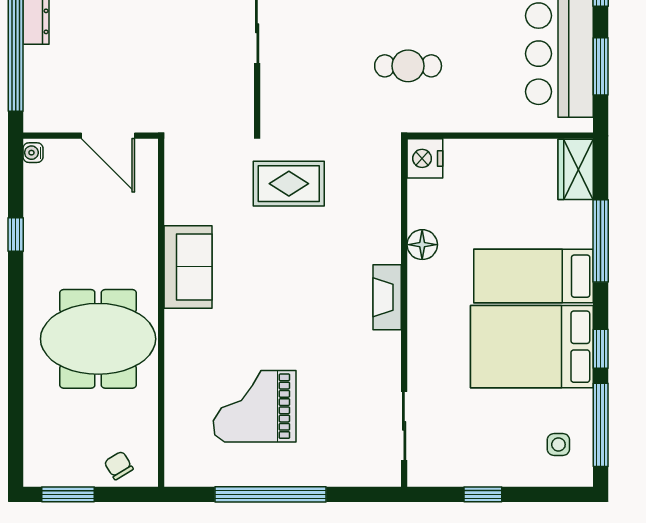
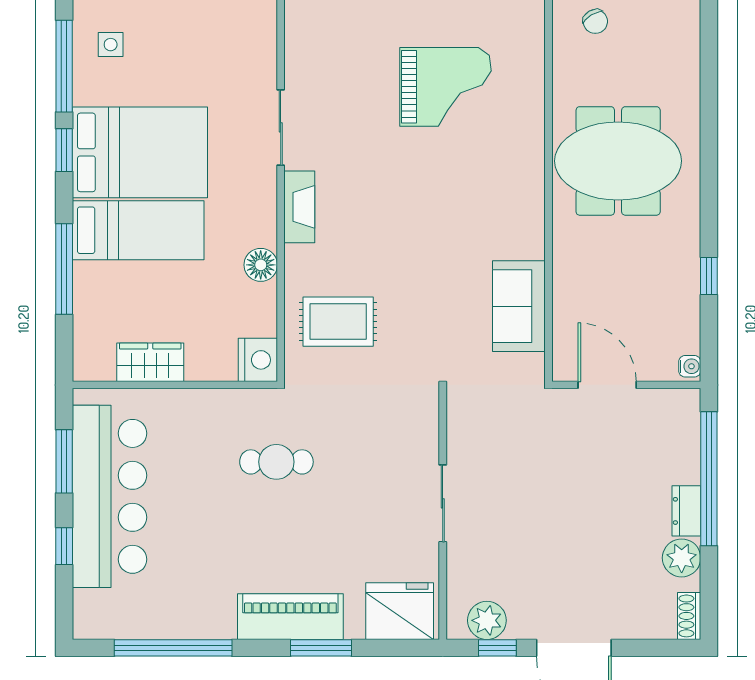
wardrobe: (576, 169) -> (150, 362), moved, turned -90
rug: (289, 184) -> (338, 322), moved
sofa: (188, 267) -> (519, 306), moved
sliding door: (404, 426) -> (281, 127), moved

